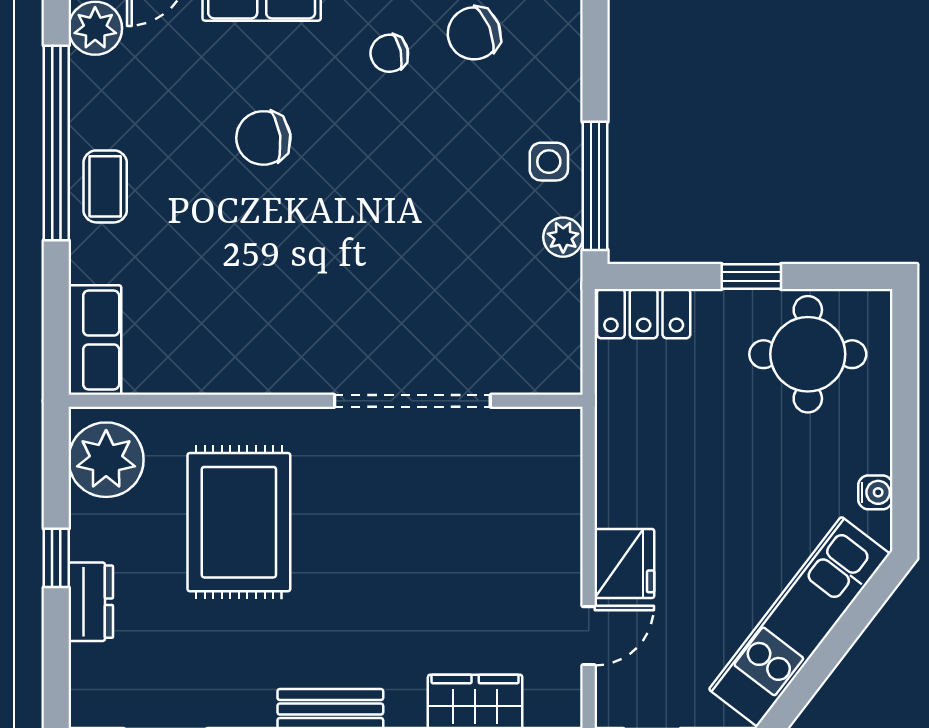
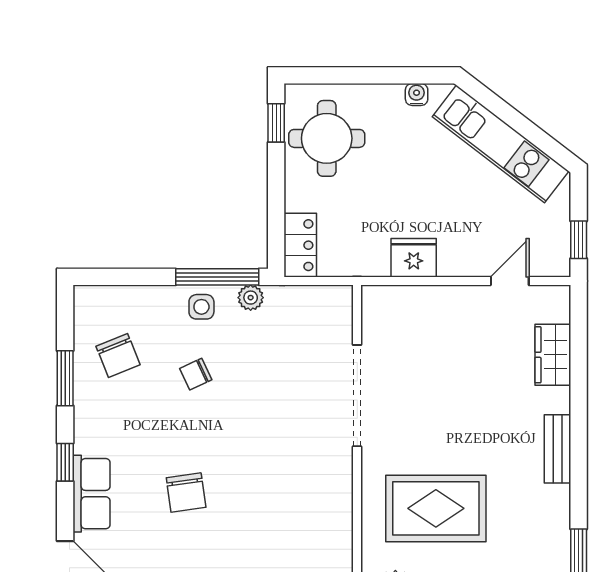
chair: (389, 53) -> (196, 374), moved, turned 78
window: (751, 276) -> (276, 123), moved
fridge: (624, 563) -> (414, 258), moved
door: (589, 636) -> (510, 281), hinge flipped

